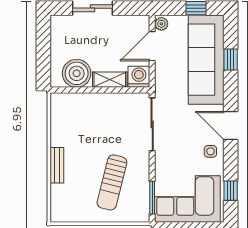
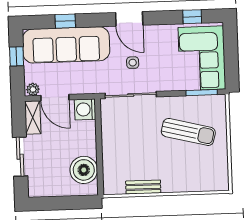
shelving: (110, 80) -> (33, 118), moved
door: (231, 126) -> (129, 19), hinge flipped
side table: (210, 151) -> (133, 63), moved
bench: (57, 165) -> (143, 187), moved

